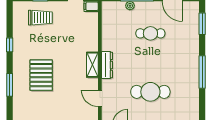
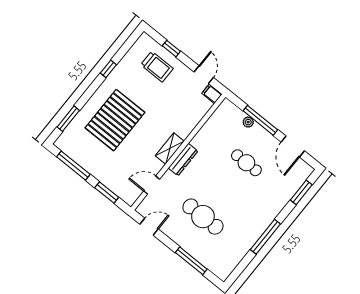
pallet: (41, 75) -> (115, 120), width x1.37, depth x1.41
window: (10, 85) -> (68, 119), moved
door: (100, 98) -> (152, 185), hinge flipped

